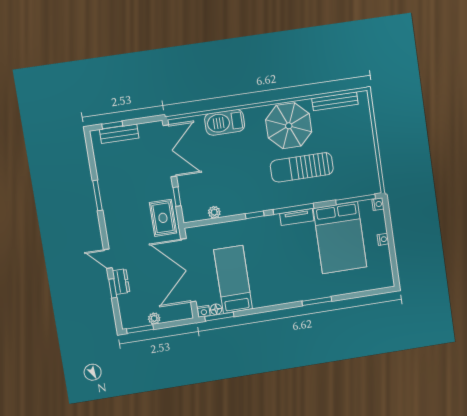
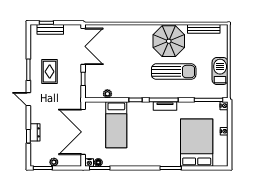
barbecue: (225, 122) -> (220, 71), moved, turned 90
sun lounger: (302, 167) -> (174, 72), turned 180
rug: (163, 218) -> (50, 72), moved
bed: (340, 238) -> (197, 143), moved, turned 180
door: (108, 259) -> (28, 99), moved
bed: (233, 279) -> (116, 125), moved, turned 180

